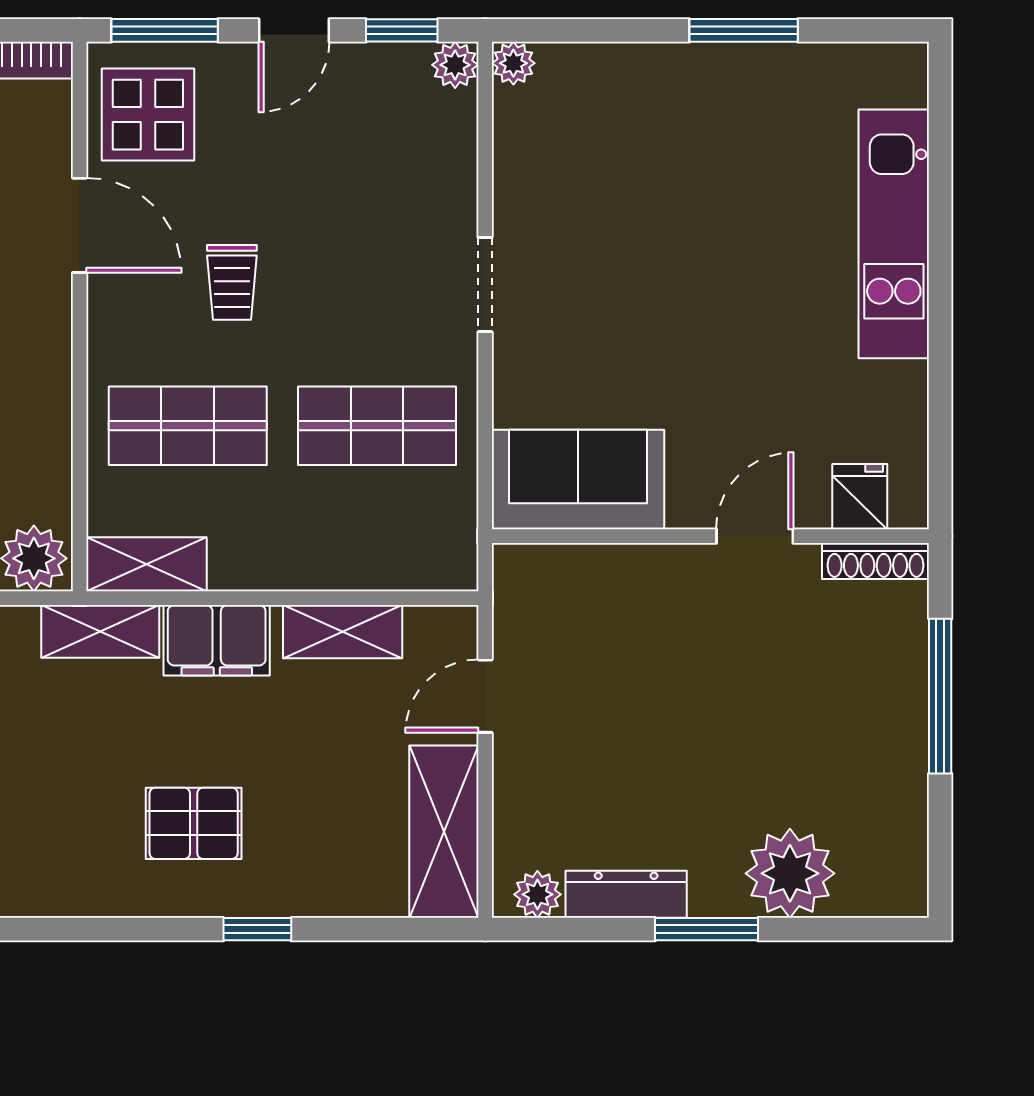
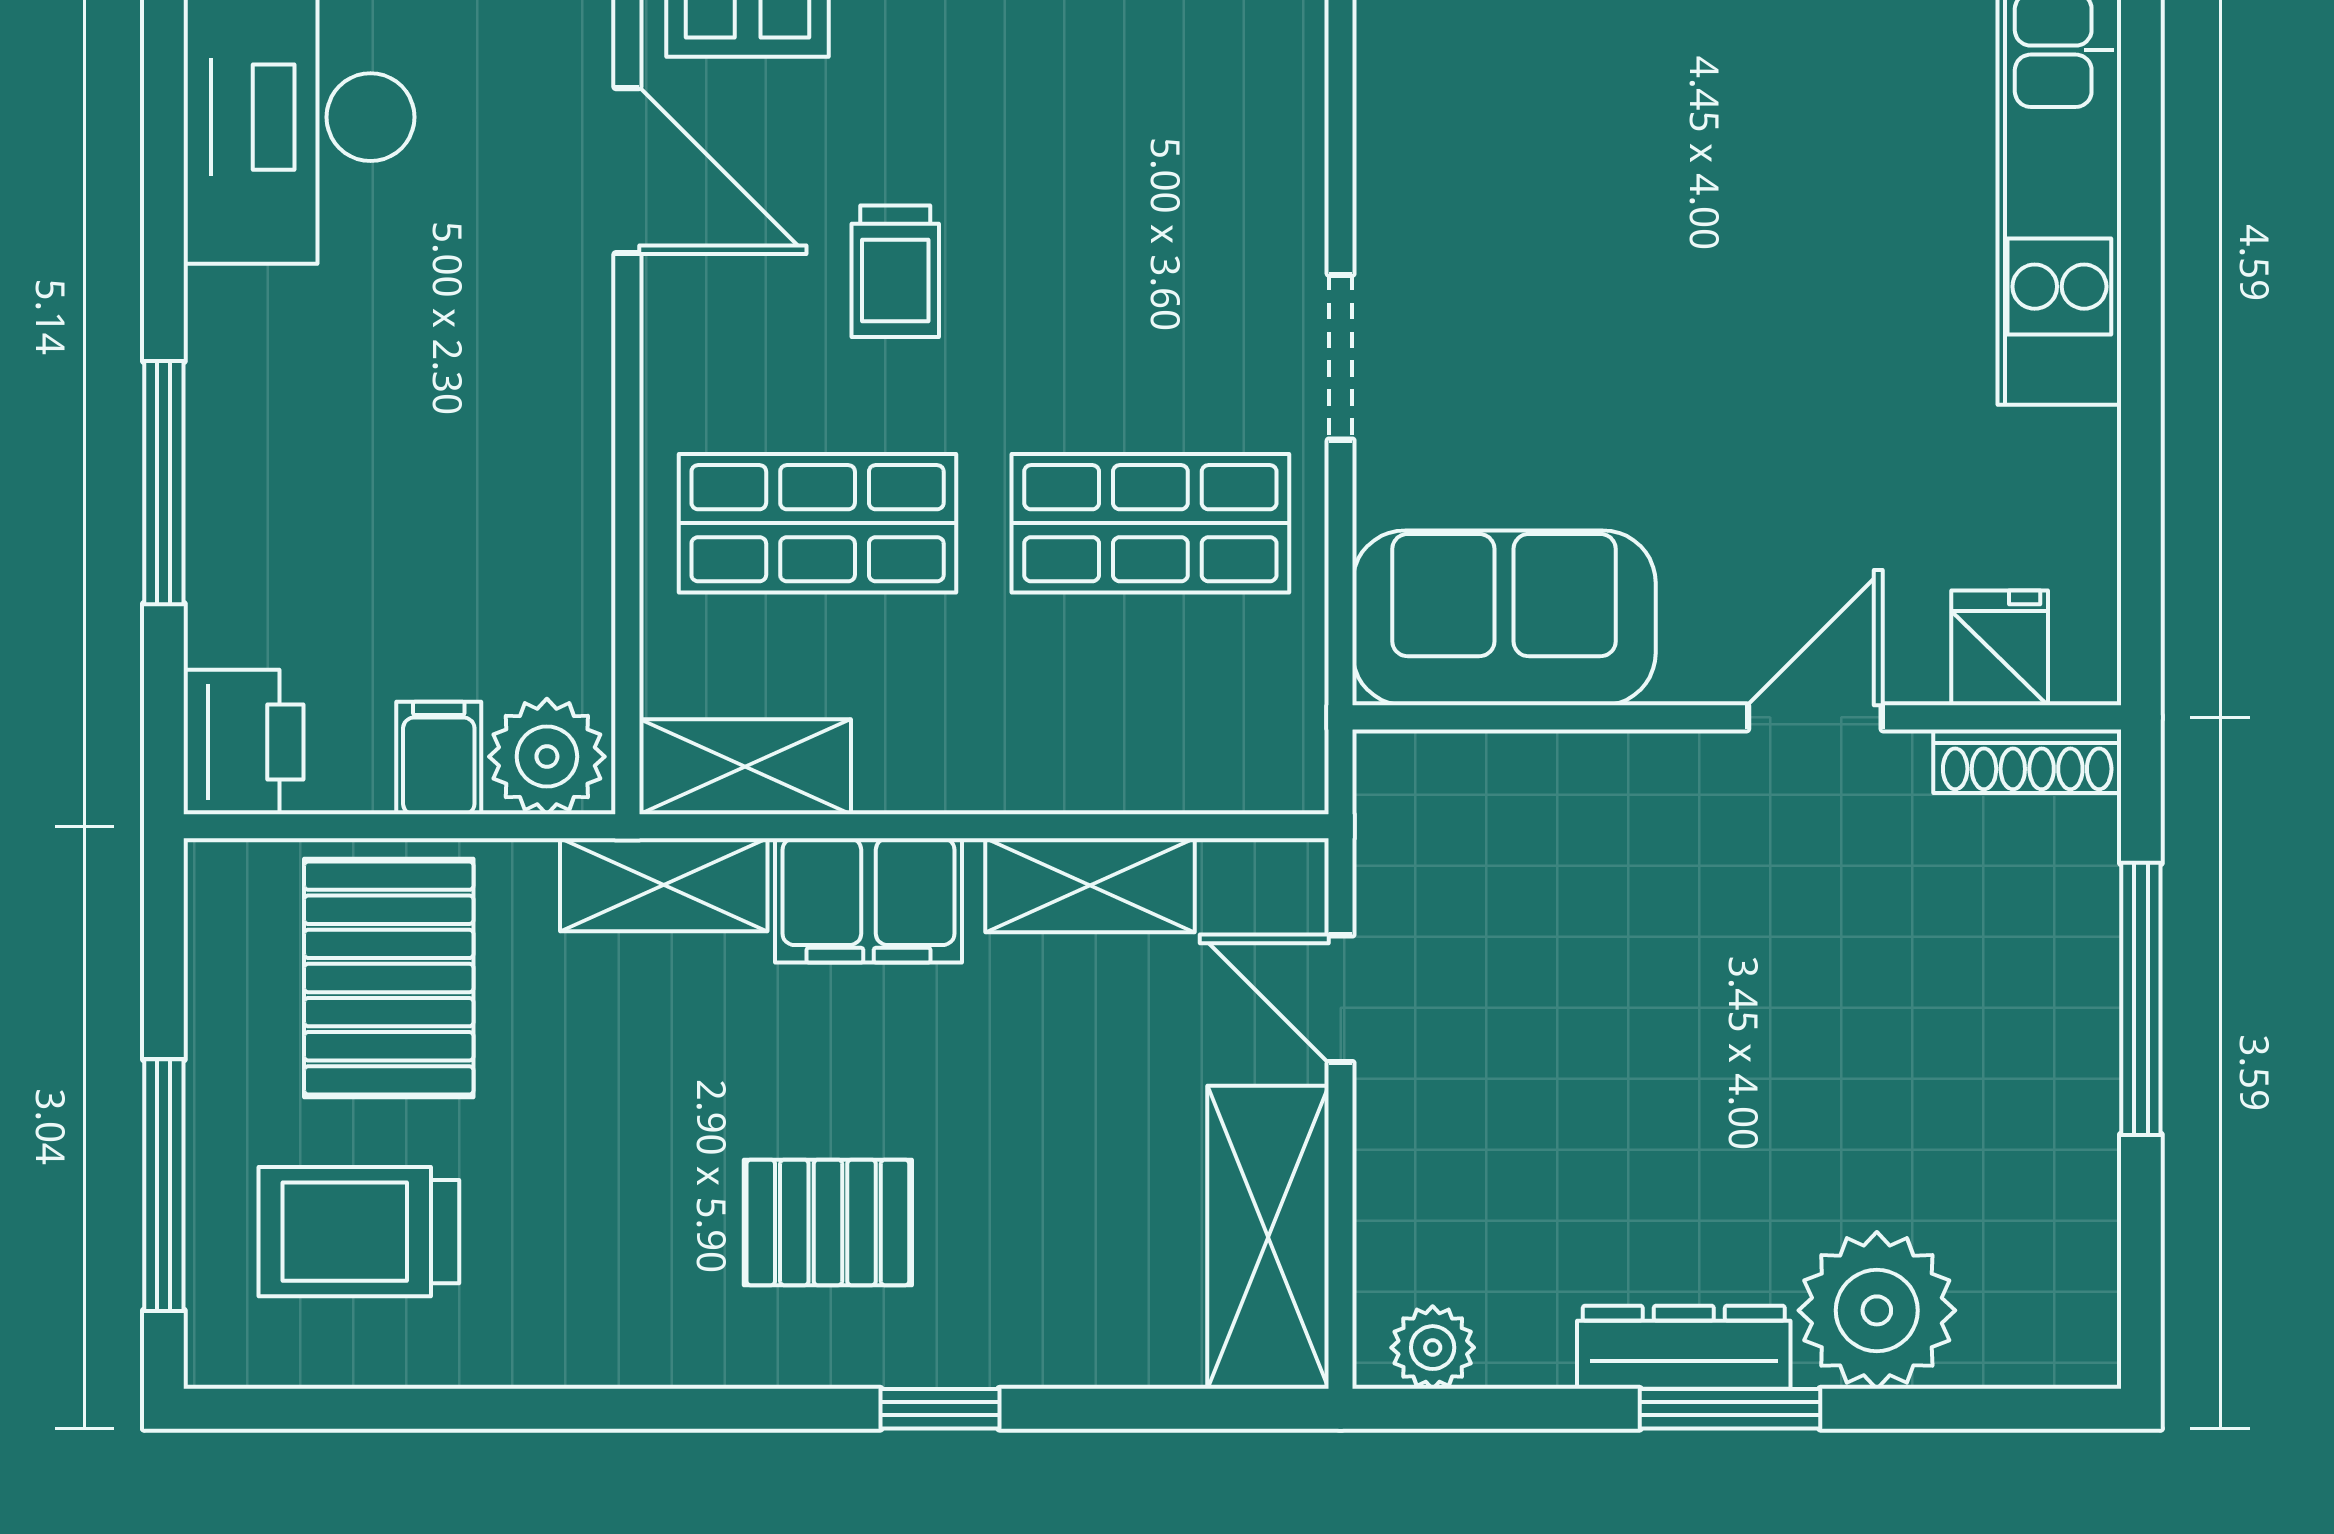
doorway: (485, 285) -> (1341, 357), moved
door: (485, 696) -> (1341, 999), hinge flipped
dresser: (626, 894) -> (1684, 1347), moved

